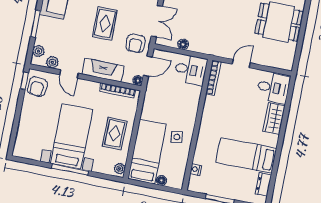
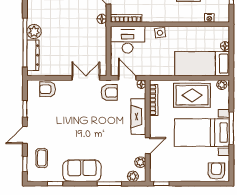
rug: (105, 23) -> (97, 123), removed
floor lamp: (183, 44) -> (102, 19), moved
desk: (191, 70) -> (128, 40), width x1.37
armchair: (37, 87) -> (216, 171), moved, turned -95
rug: (115, 134) -> (192, 95), width x1.36, depth x1.43
side table: (177, 137) -> (160, 33), moved

